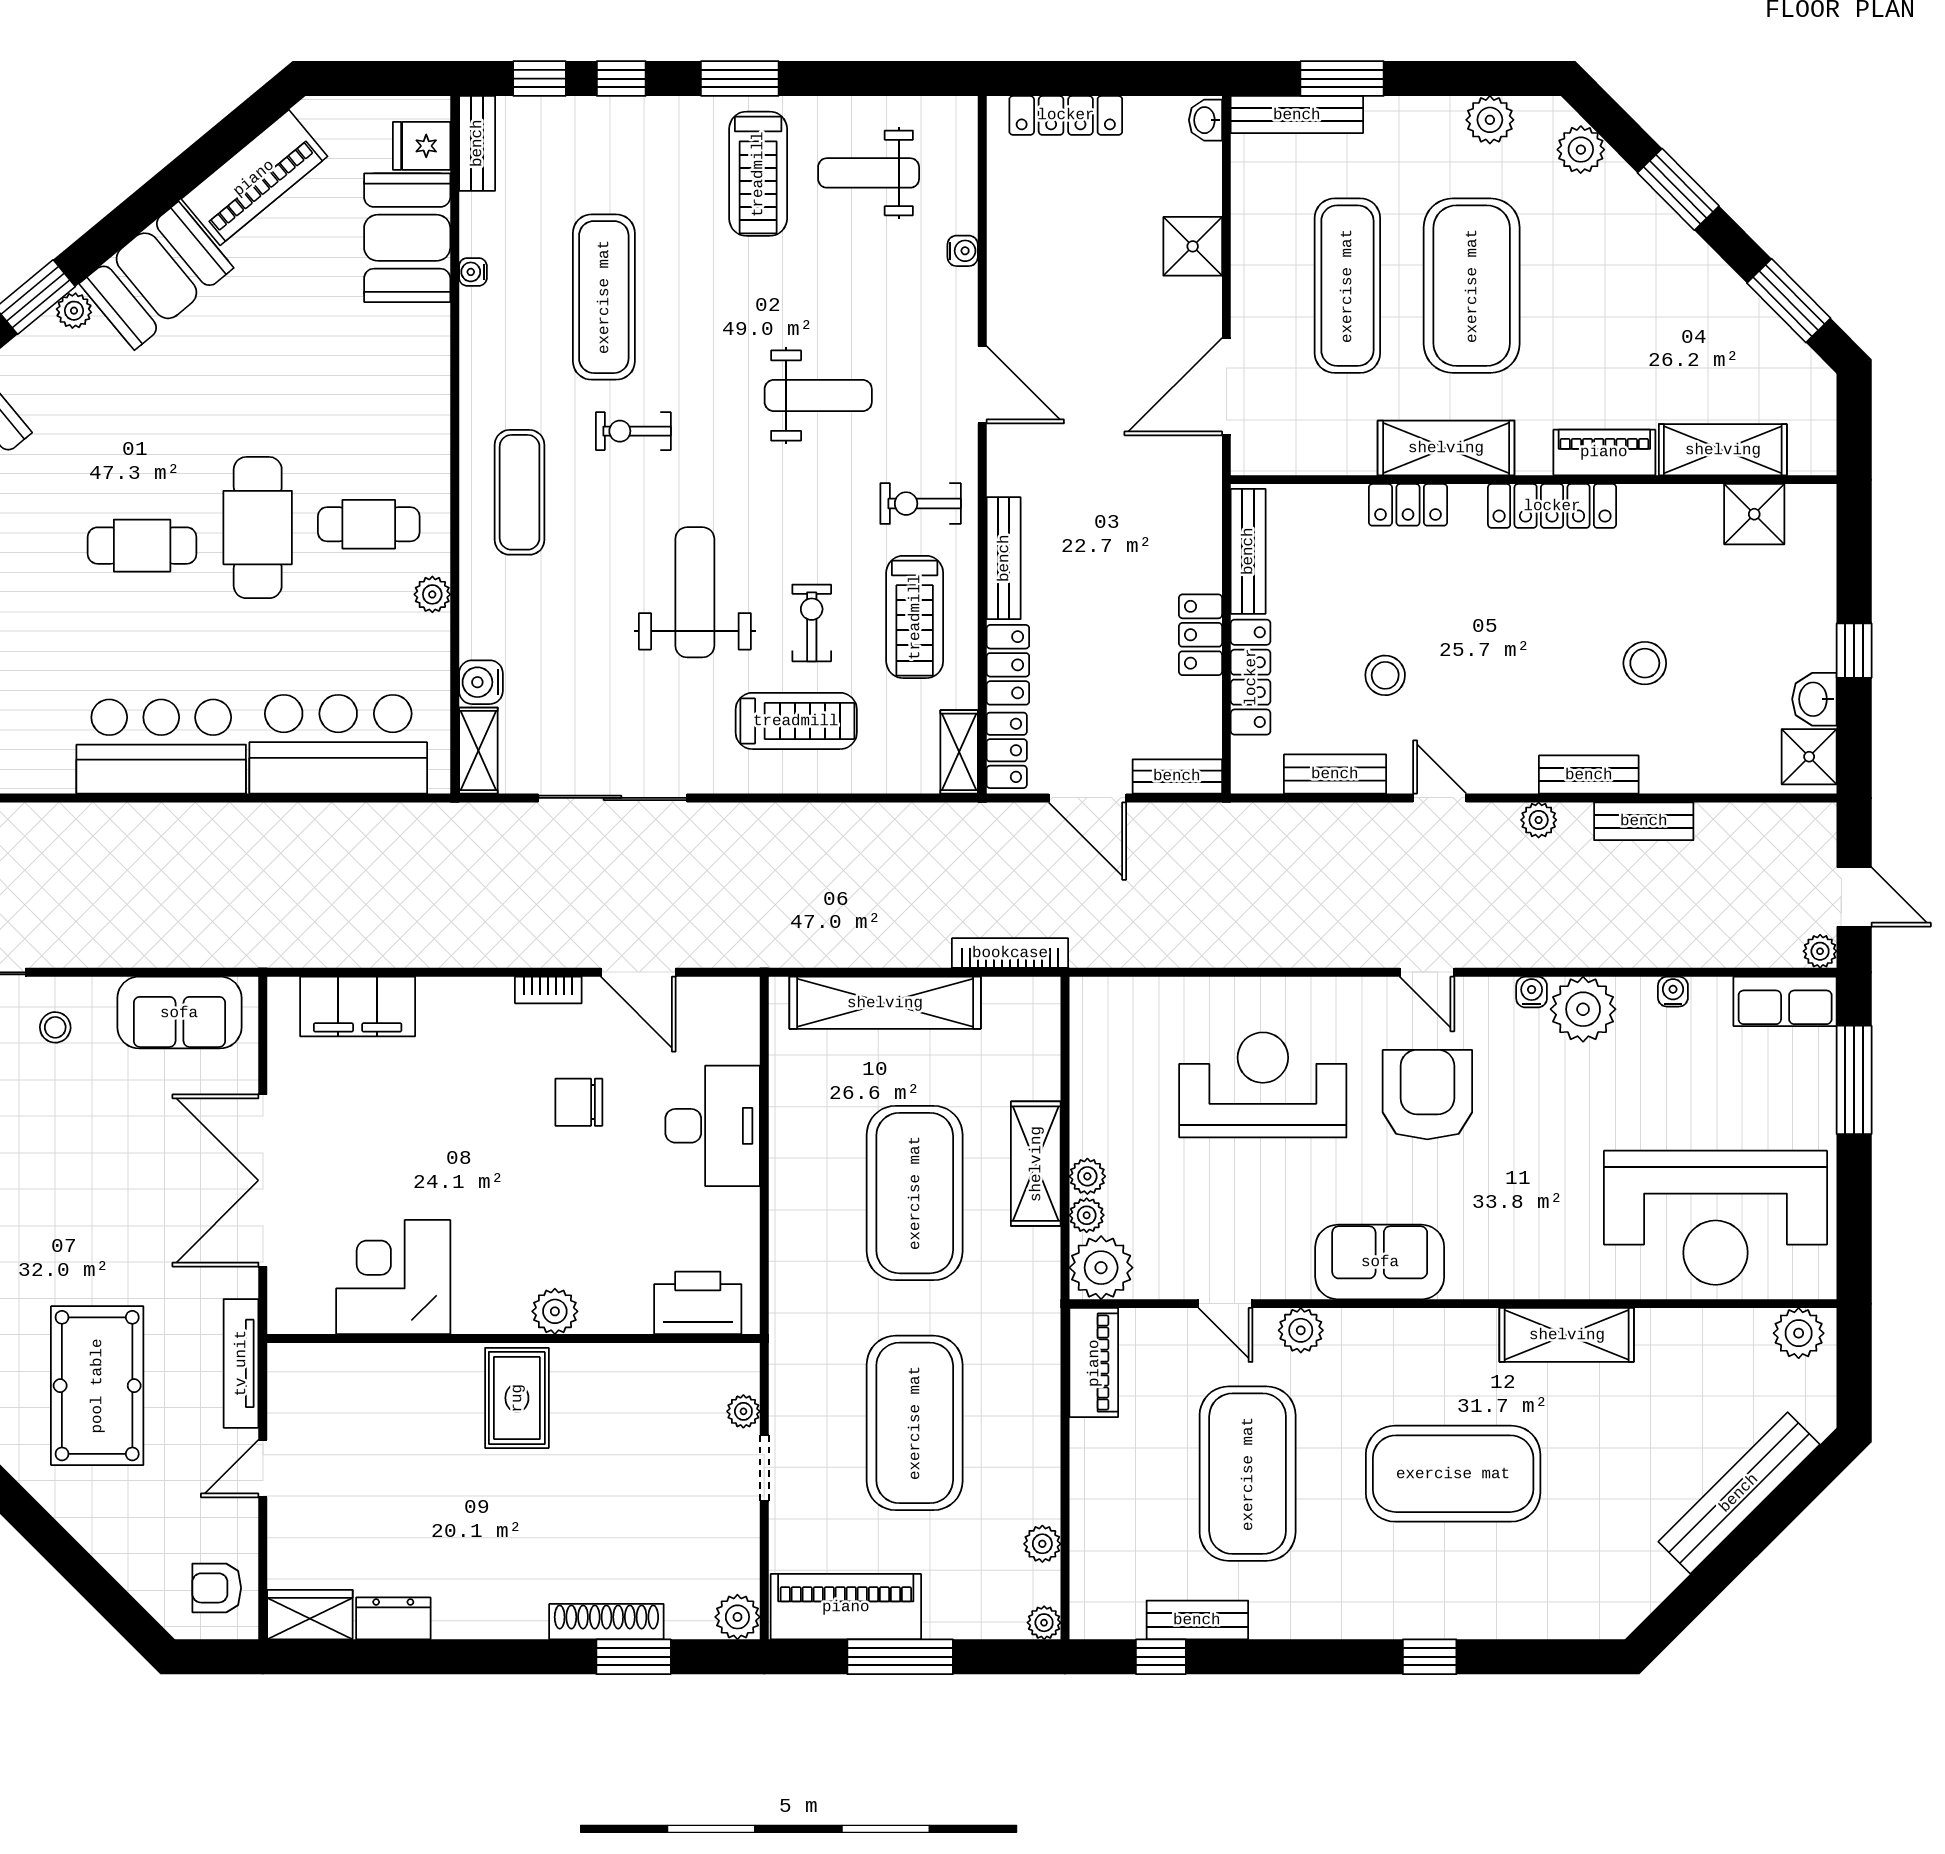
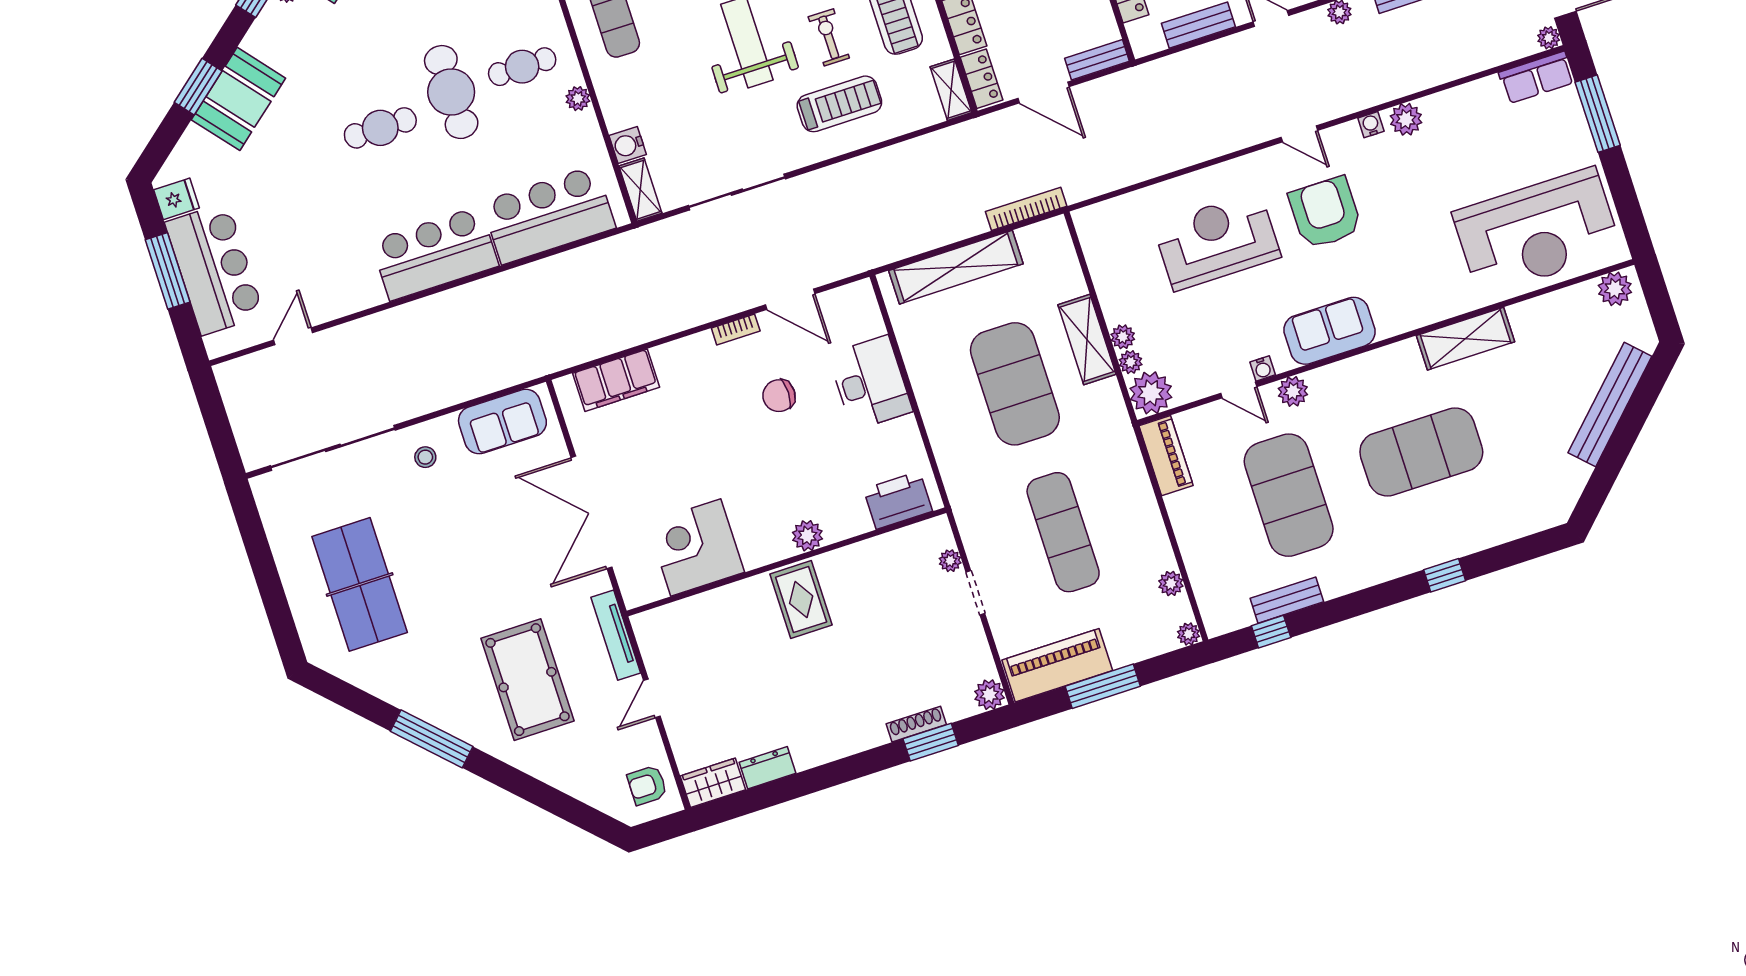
water cooler: (1673, 992) -> (1263, 368), moved, turned 180
plant: (1583, 1009) -> (1406, 119), width x0.73, depth x0.73
exercise mat: (915, 1423) -> (1063, 532), width x0.68
shoe rack: (606, 1622) -> (916, 724), width x0.74, depth x0.81

